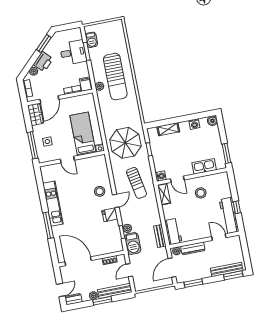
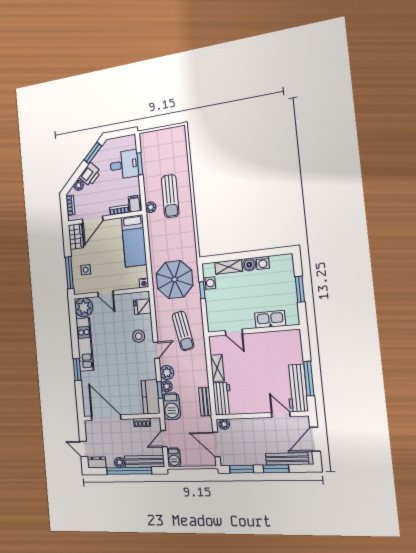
barbecue: (91, 40) -> (174, 457), moved
sun lounger: (115, 77) -> (170, 196), width x0.73, depth x0.75
boiler: (212, 121) -> (249, 265), moved
bed: (83, 134) -> (134, 241), moved, turned 180
window: (226, 153) -> (300, 289), moved
plant: (49, 173) -> (84, 307), added
washing machine: (161, 176) -> (209, 283), moved
stool: (201, 193) -> (262, 353), removed
shelving: (164, 194) -> (217, 368), moved
window: (237, 207) -> (309, 379), width x2.17
fridge: (110, 215) -> (142, 307), moved
plant: (126, 217) -> (167, 373), added
window: (48, 225) -> (77, 369), width x0.69
kitchen counter: (115, 239) -> (150, 397), added
dresser: (193, 248) -> (245, 424), removed
door: (246, 251) -> (315, 439), added
door: (172, 268) -> (216, 444), hinge flipped
window: (233, 275) -> (276, 469), moved
door: (61, 290) -> (84, 449), swing flipped
window: (102, 301) -> (129, 471), width x2.11

